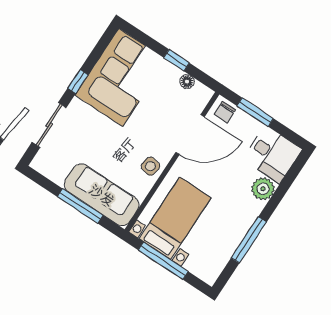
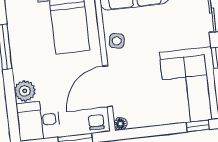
window: (177, 60) -> (198, 126), moved
floor lamp: (187, 82) -> (120, 124), moved

